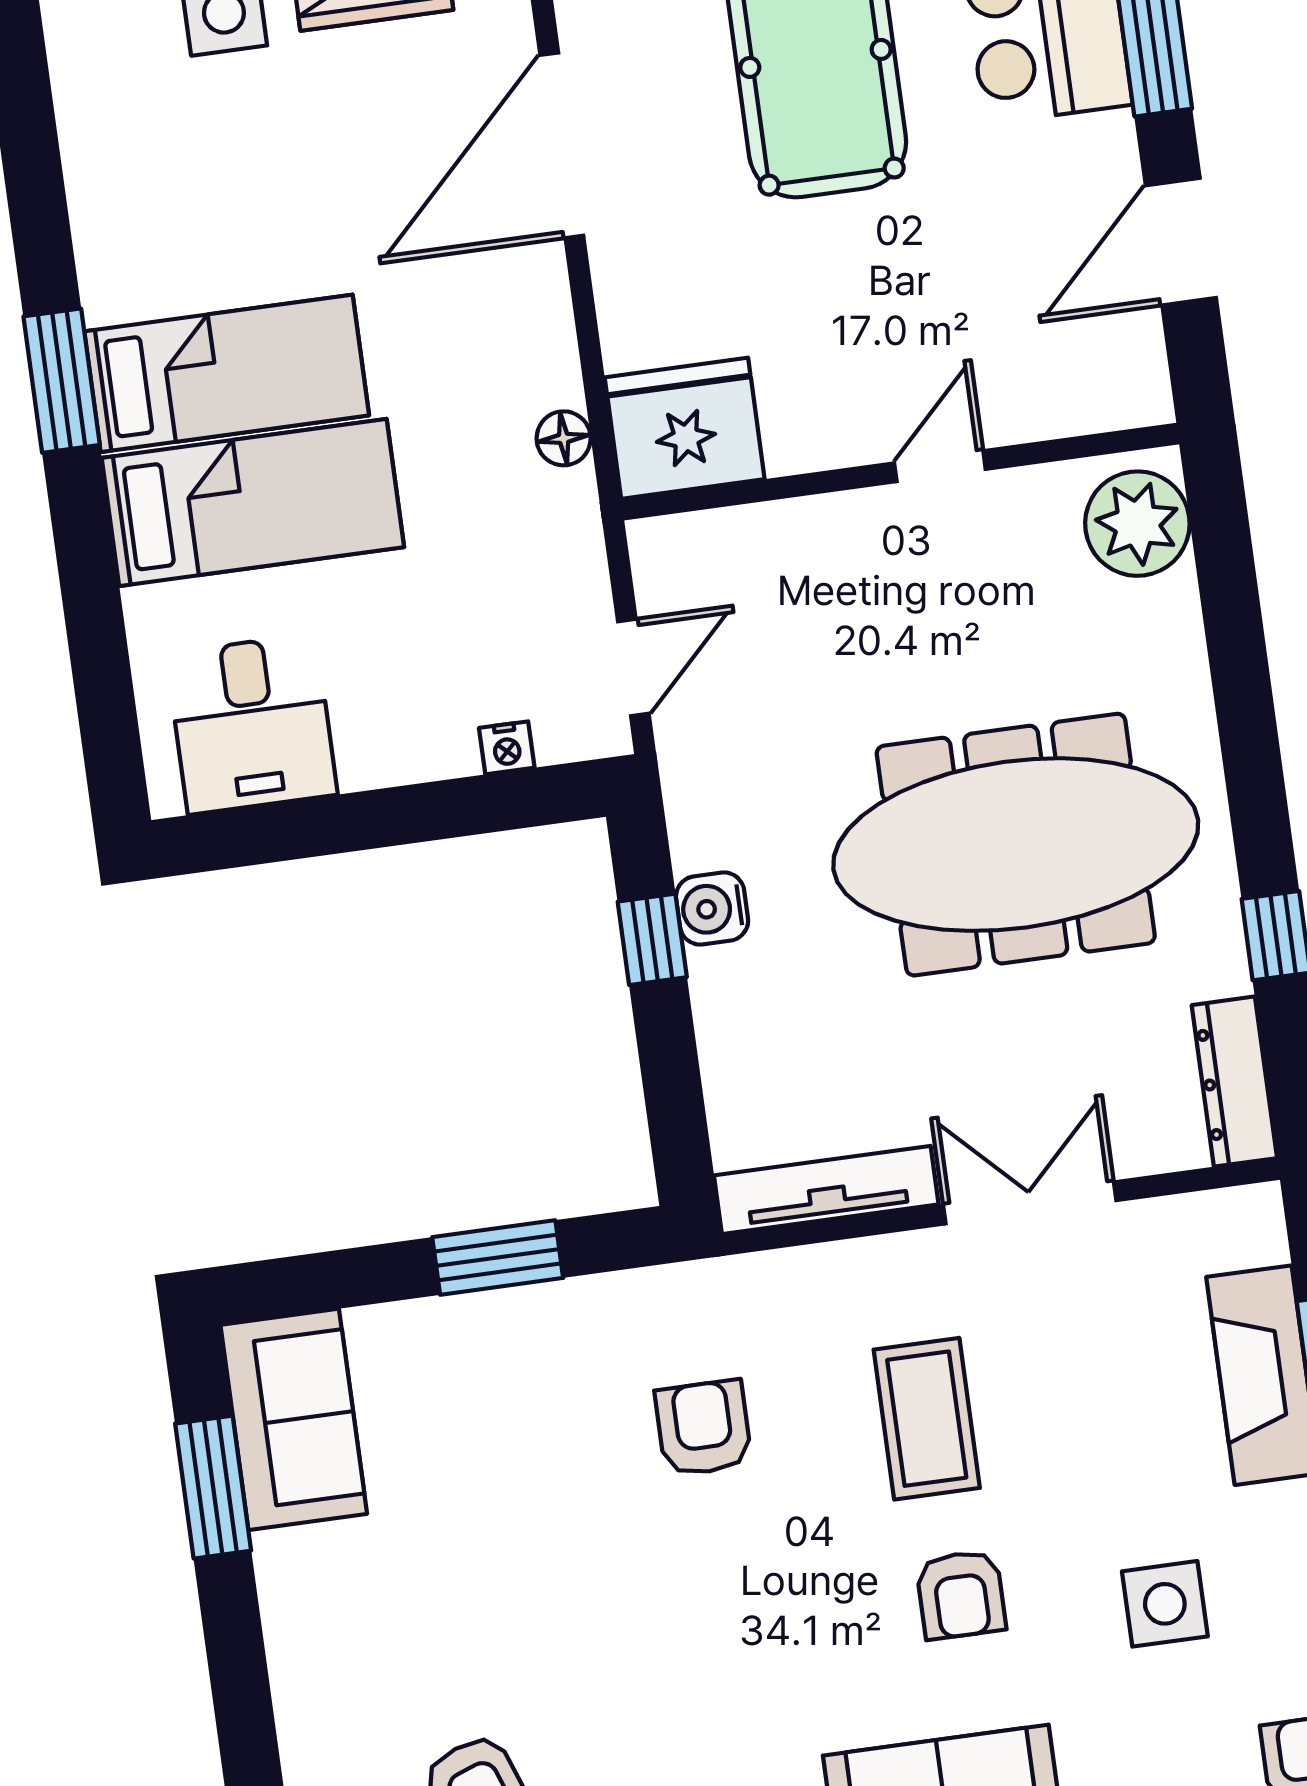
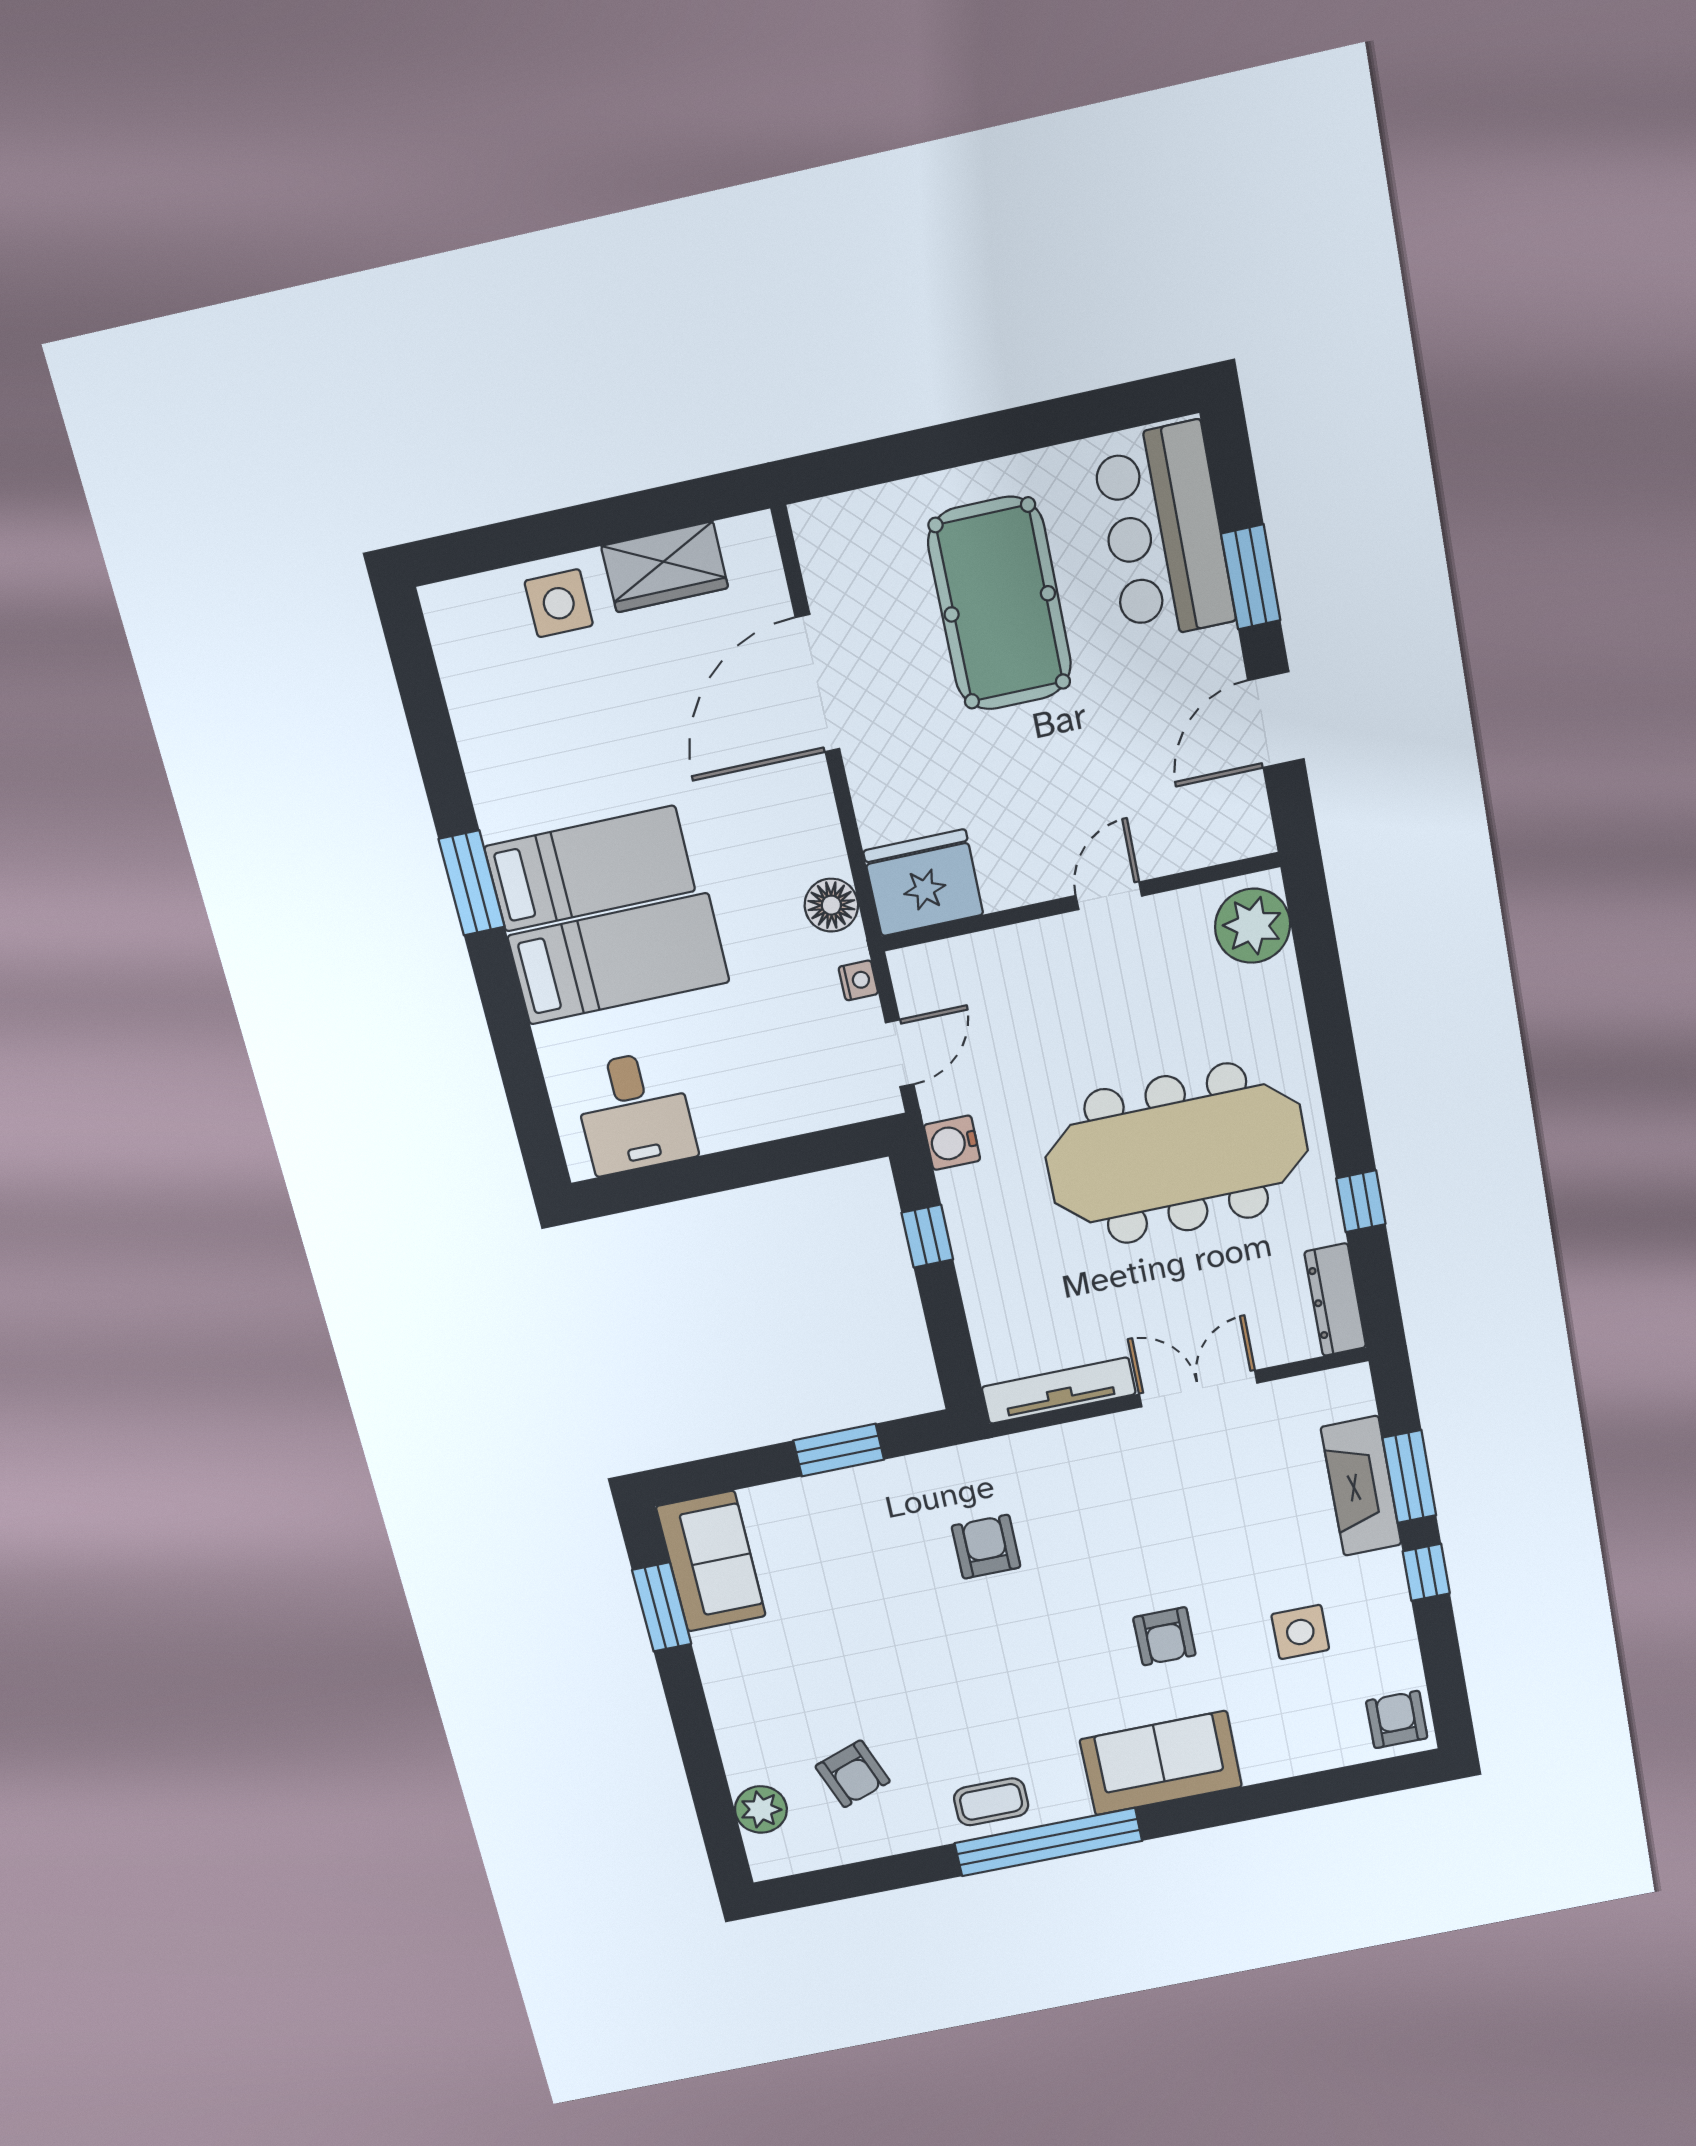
floor lamp: (564, 438) -> (831, 905), width x1.37, depth x1.37
nightstand: (507, 748) -> (858, 980), moved, turned -90
water cooler: (712, 909) -> (952, 1143), moved
coffee table: (927, 1419) -> (1136, 1530), removed

